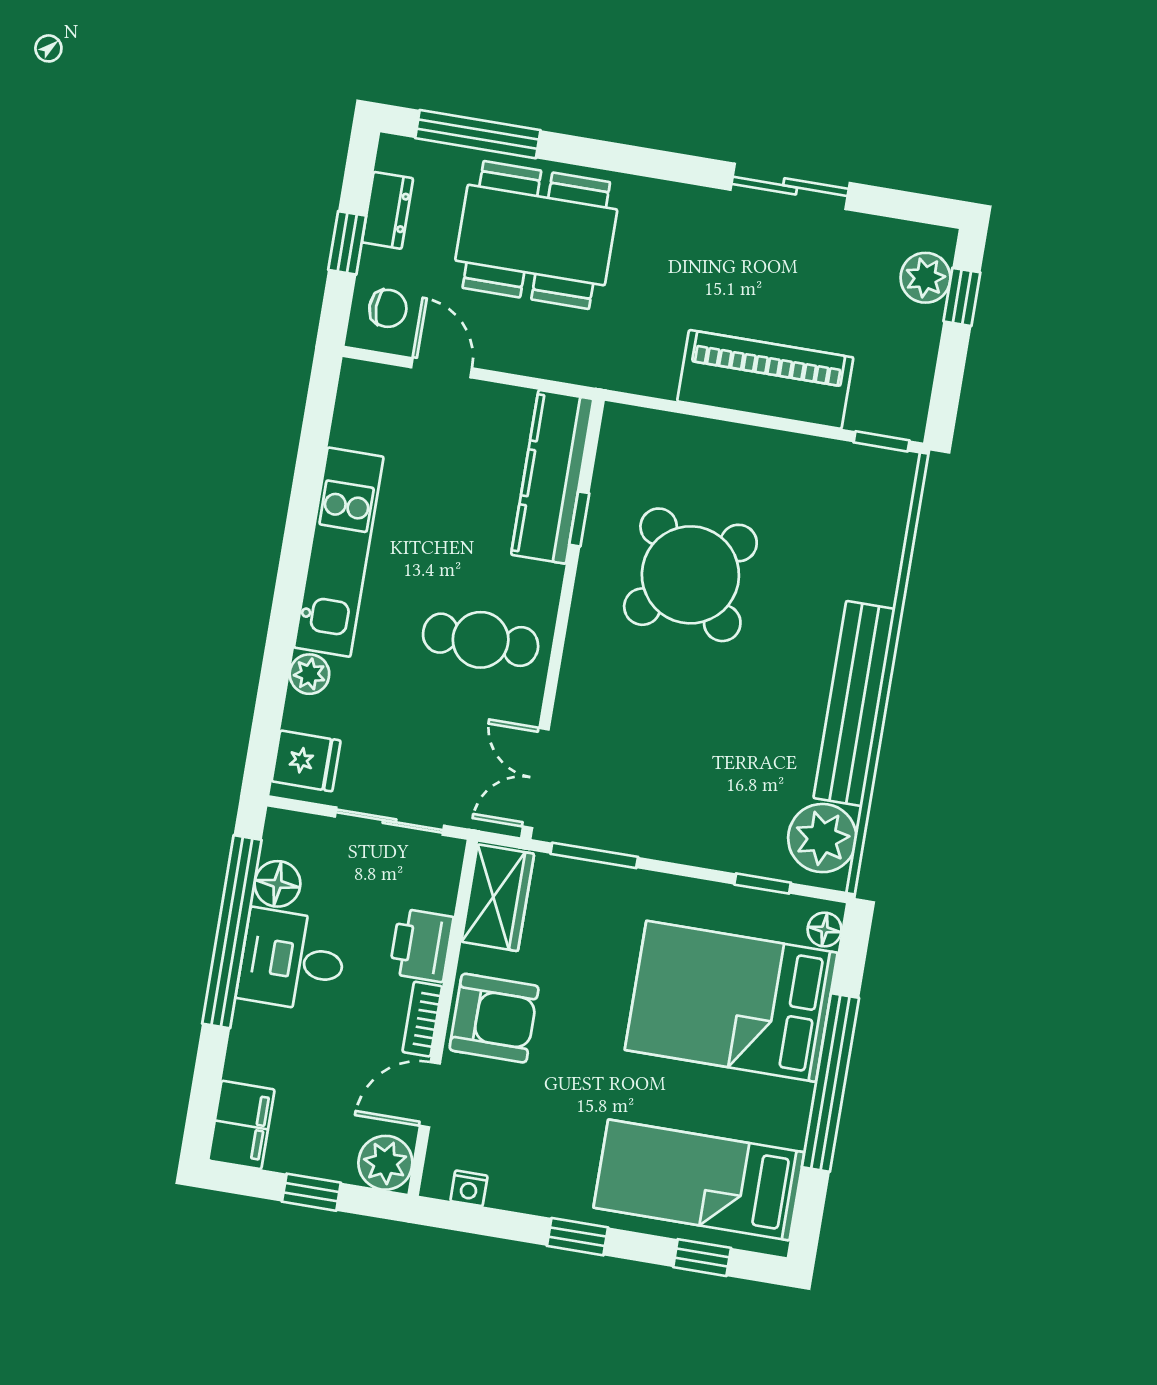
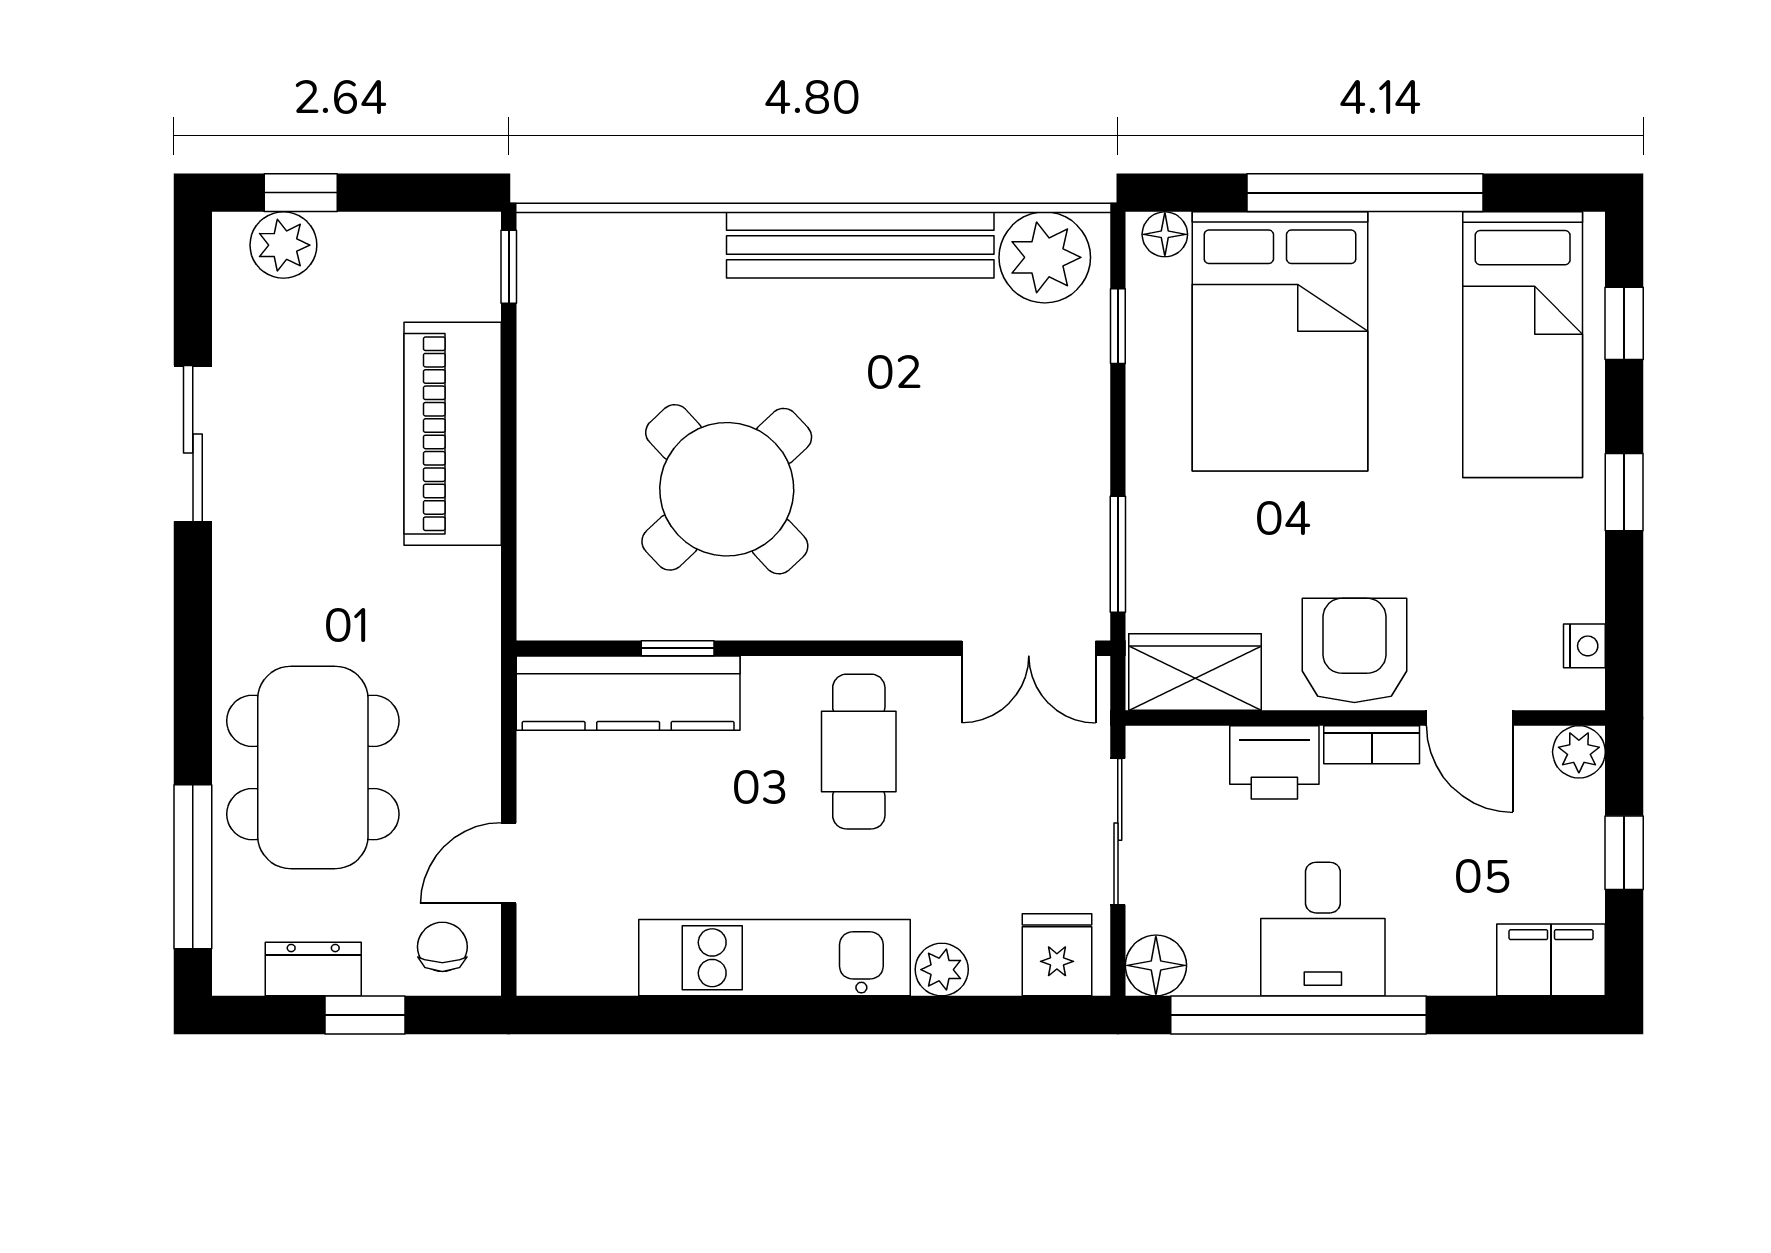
floor lamp: (277, 884) -> (1156, 965), moved
plant: (385, 1163) -> (1579, 752), width x0.73, depth x0.73

